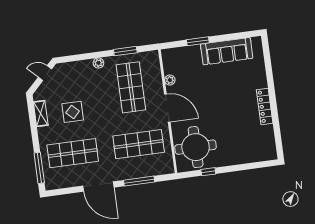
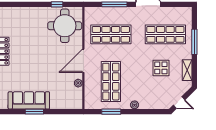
window: (198, 41) -> (34, 112), moved
door: (167, 108) -> (83, 61), hinge flipped
window: (39, 168) -> (194, 42), moved

